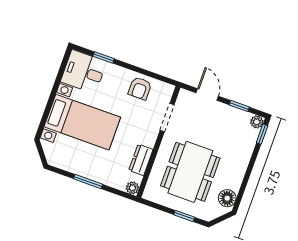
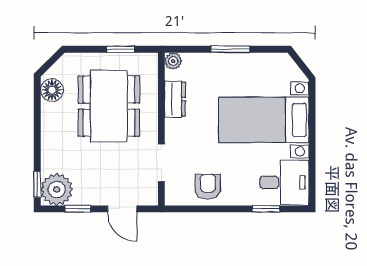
plant: (257, 122) -> (57, 189), width x1.87, depth x1.87
window: (184, 216) -> (121, 49), moved

